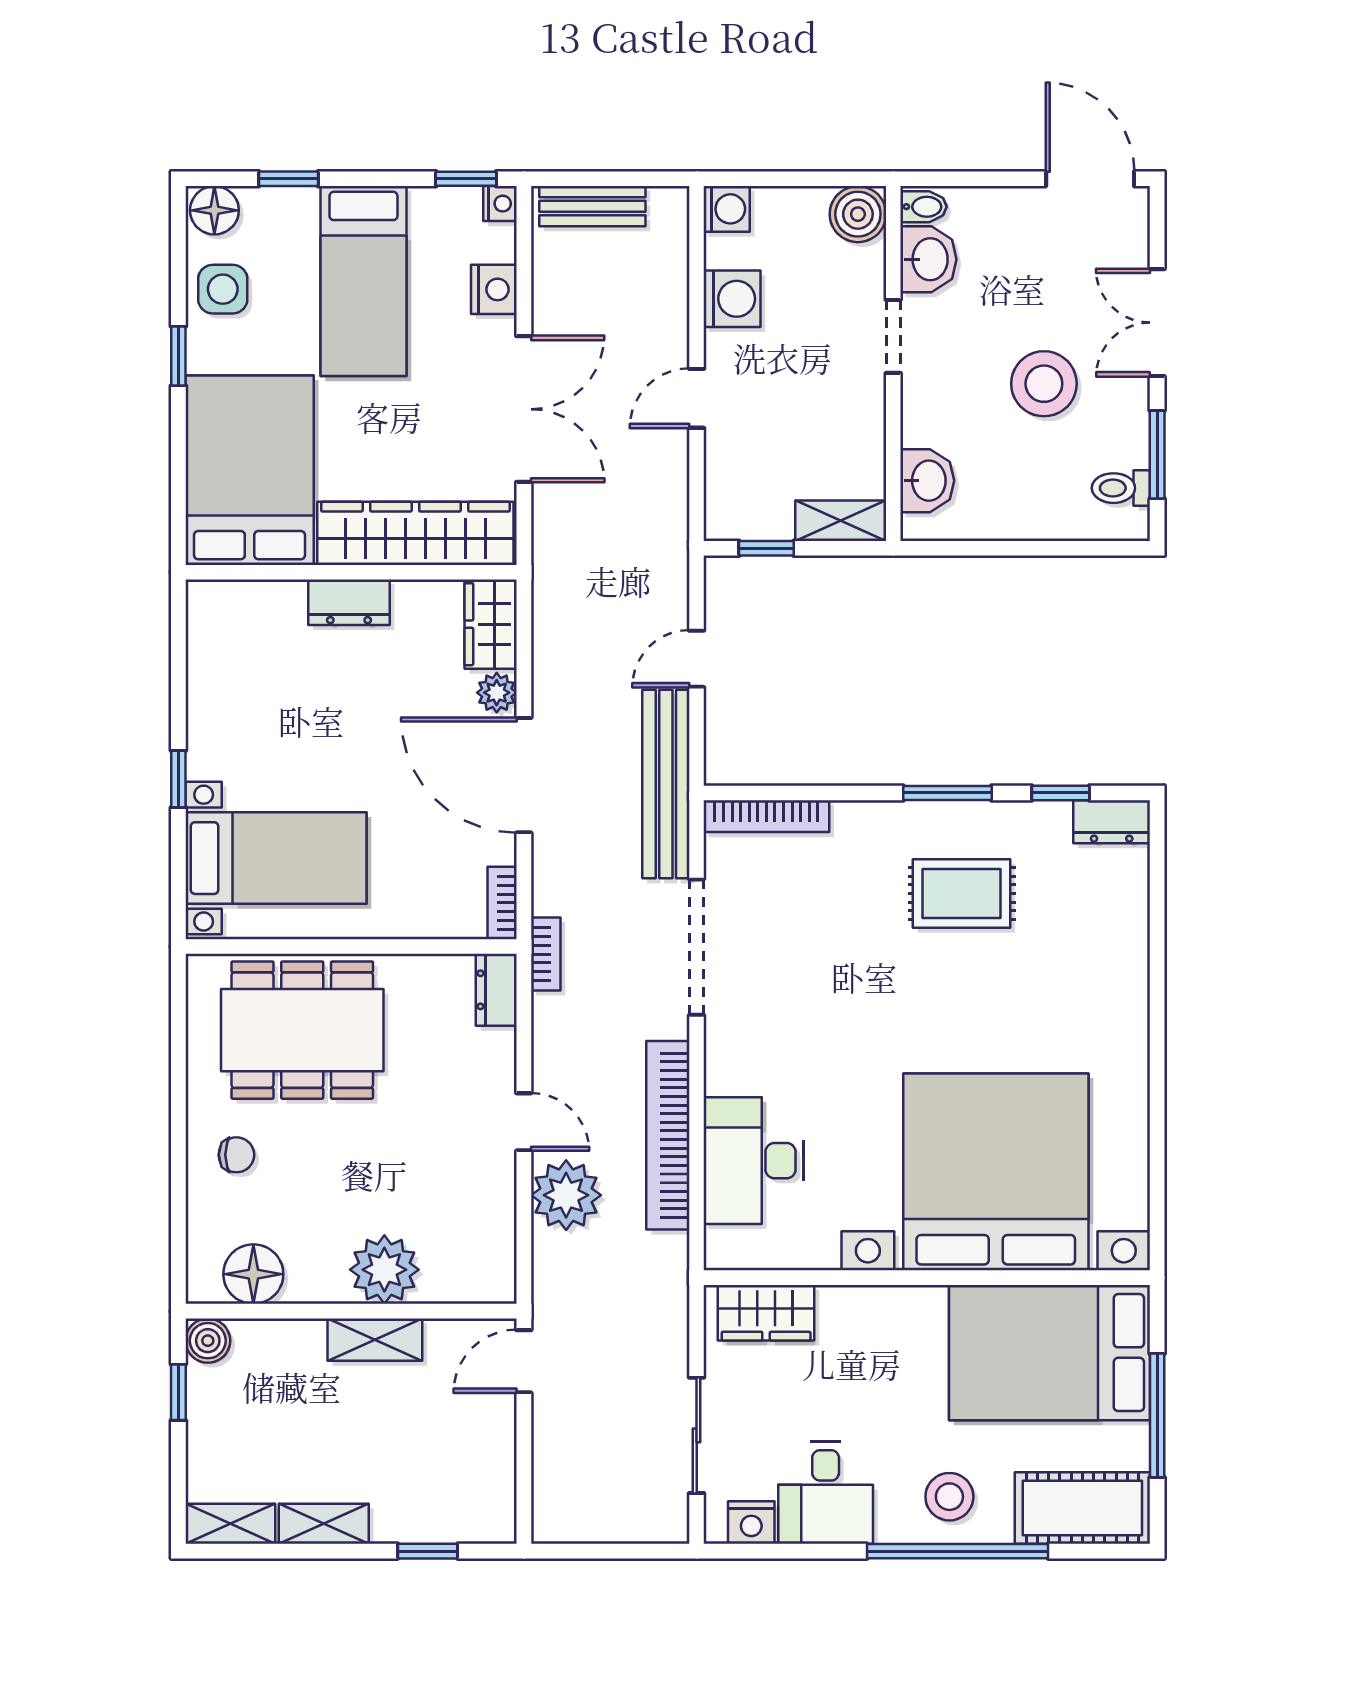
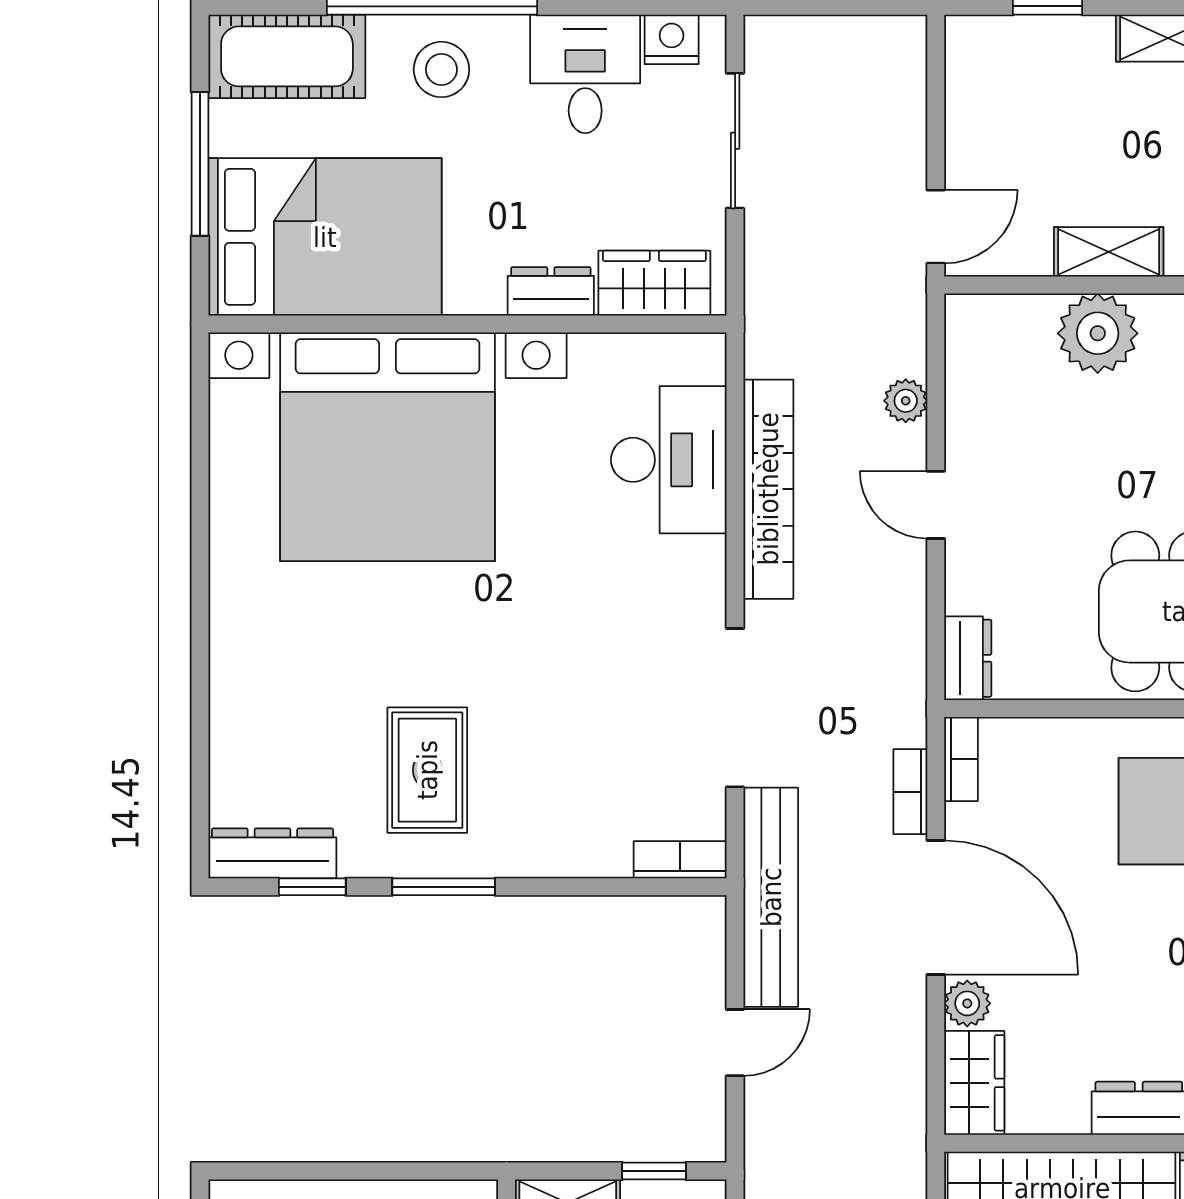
bookcase: (766, 816) -> (680, 860), width x0.64
dresser: (1112, 822) -> (272, 853), width x1.44
rug: (962, 893) -> (427, 770), turned 90
bookcase: (546, 954) -> (910, 792), moved
plant: (566, 1195) -> (906, 401), width x0.53, depth x0.53
dresser: (855, 1306) -> (551, 291), added

